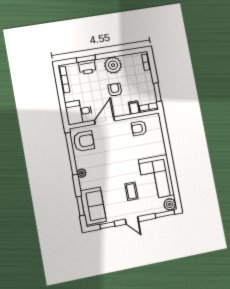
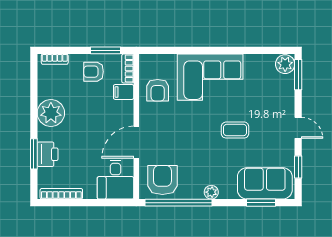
armchair: (115, 90) -> (94, 72), moved
door: (105, 121) -> (136, 142), hinge flipped
corner sofa: (156, 177) -> (210, 77), moved
coffee table: (131, 191) -> (235, 130), moved
door: (132, 220) -> (298, 128), hinge flipped

